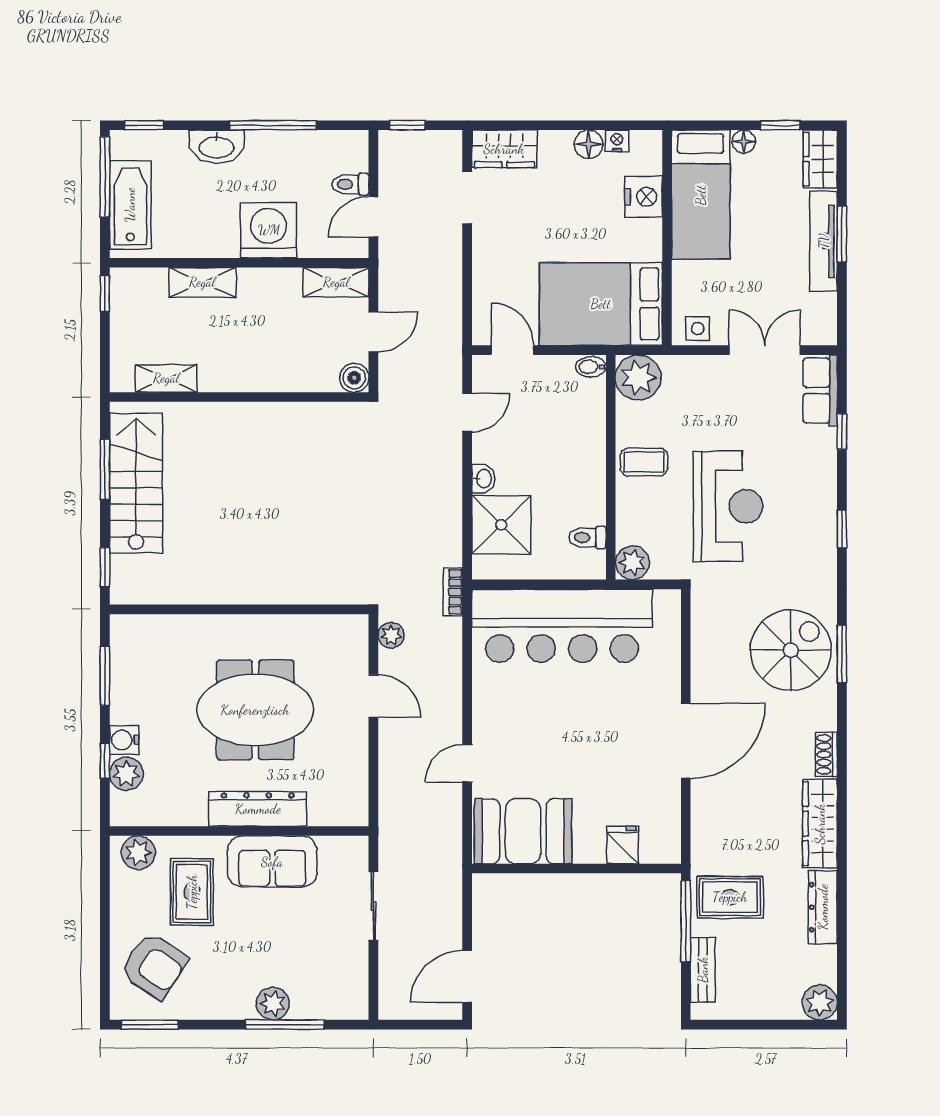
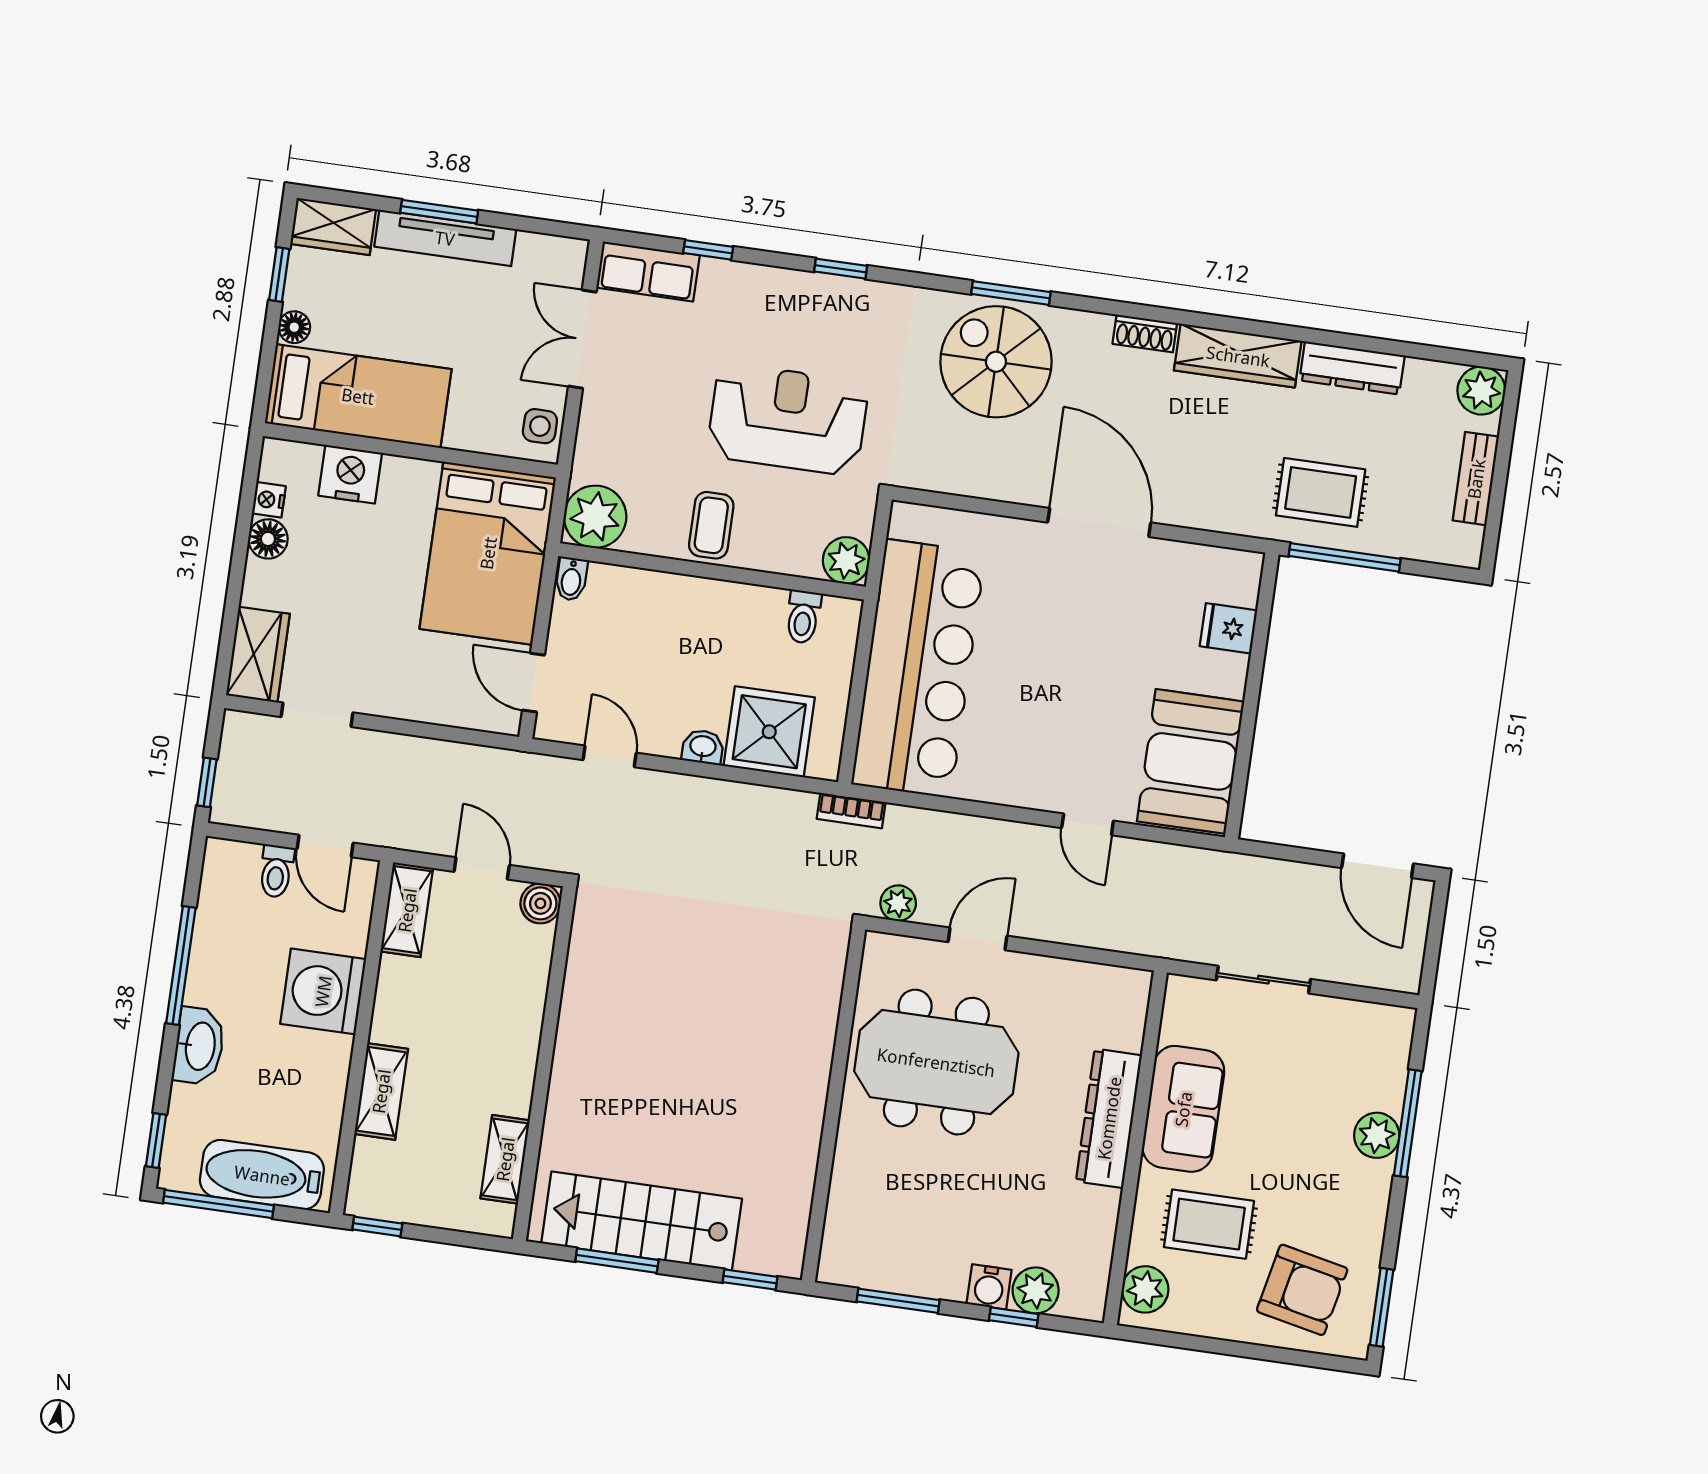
door: (512, 350) -> (534, 683), hinge flipped
meeting table: (255, 710) -> (936, 1062), moved, turned 90
rug: (730, 897) -> (1321, 492), turned 90
armchair: (154, 966) -> (1302, 1290), turned 69
bench: (703, 970) -> (1476, 479), moved, turned 90

